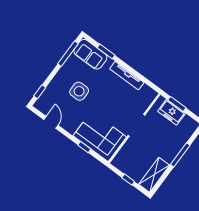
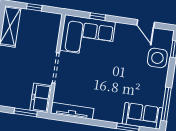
tv unit: (127, 76) -> (72, 111), moved
side table: (79, 91) -> (157, 58), moved
freezer: (172, 112) -> (41, 98), moved, turned -90

